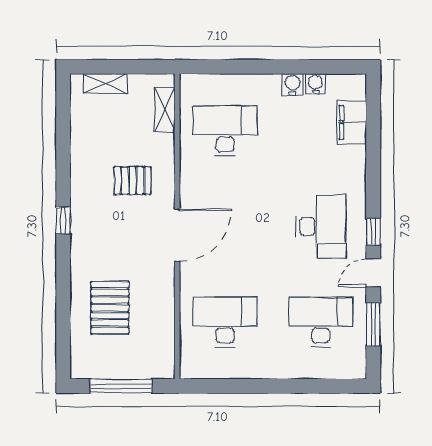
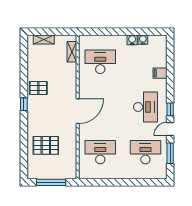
filing cabinet: (352, 122) -> (160, 73), moved, width x0.50
pallet: (132, 181) -> (38, 88), moved
pallet: (110, 308) -> (46, 145), turned 90

